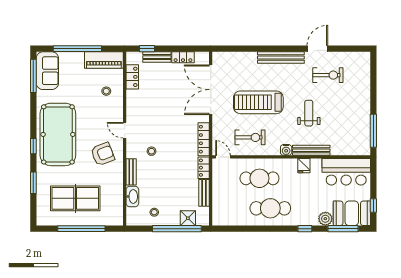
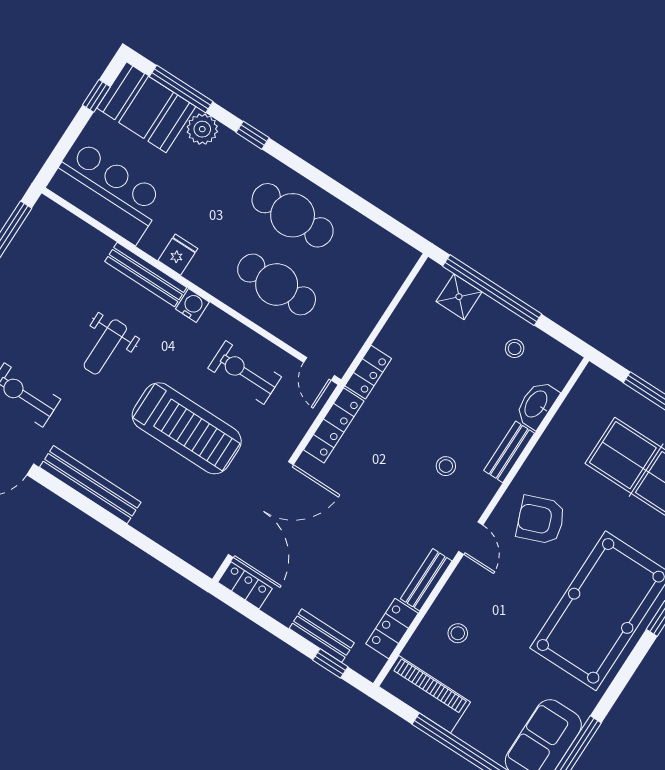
locker: (183, 57) -> (245, 585), moved
bench: (204, 193) -> (426, 580), moved

